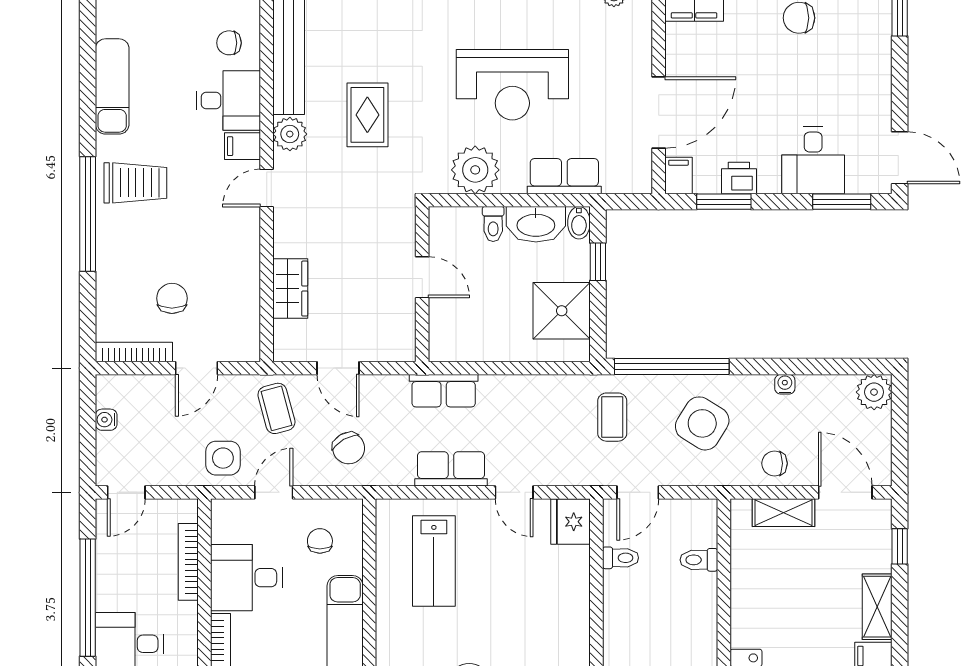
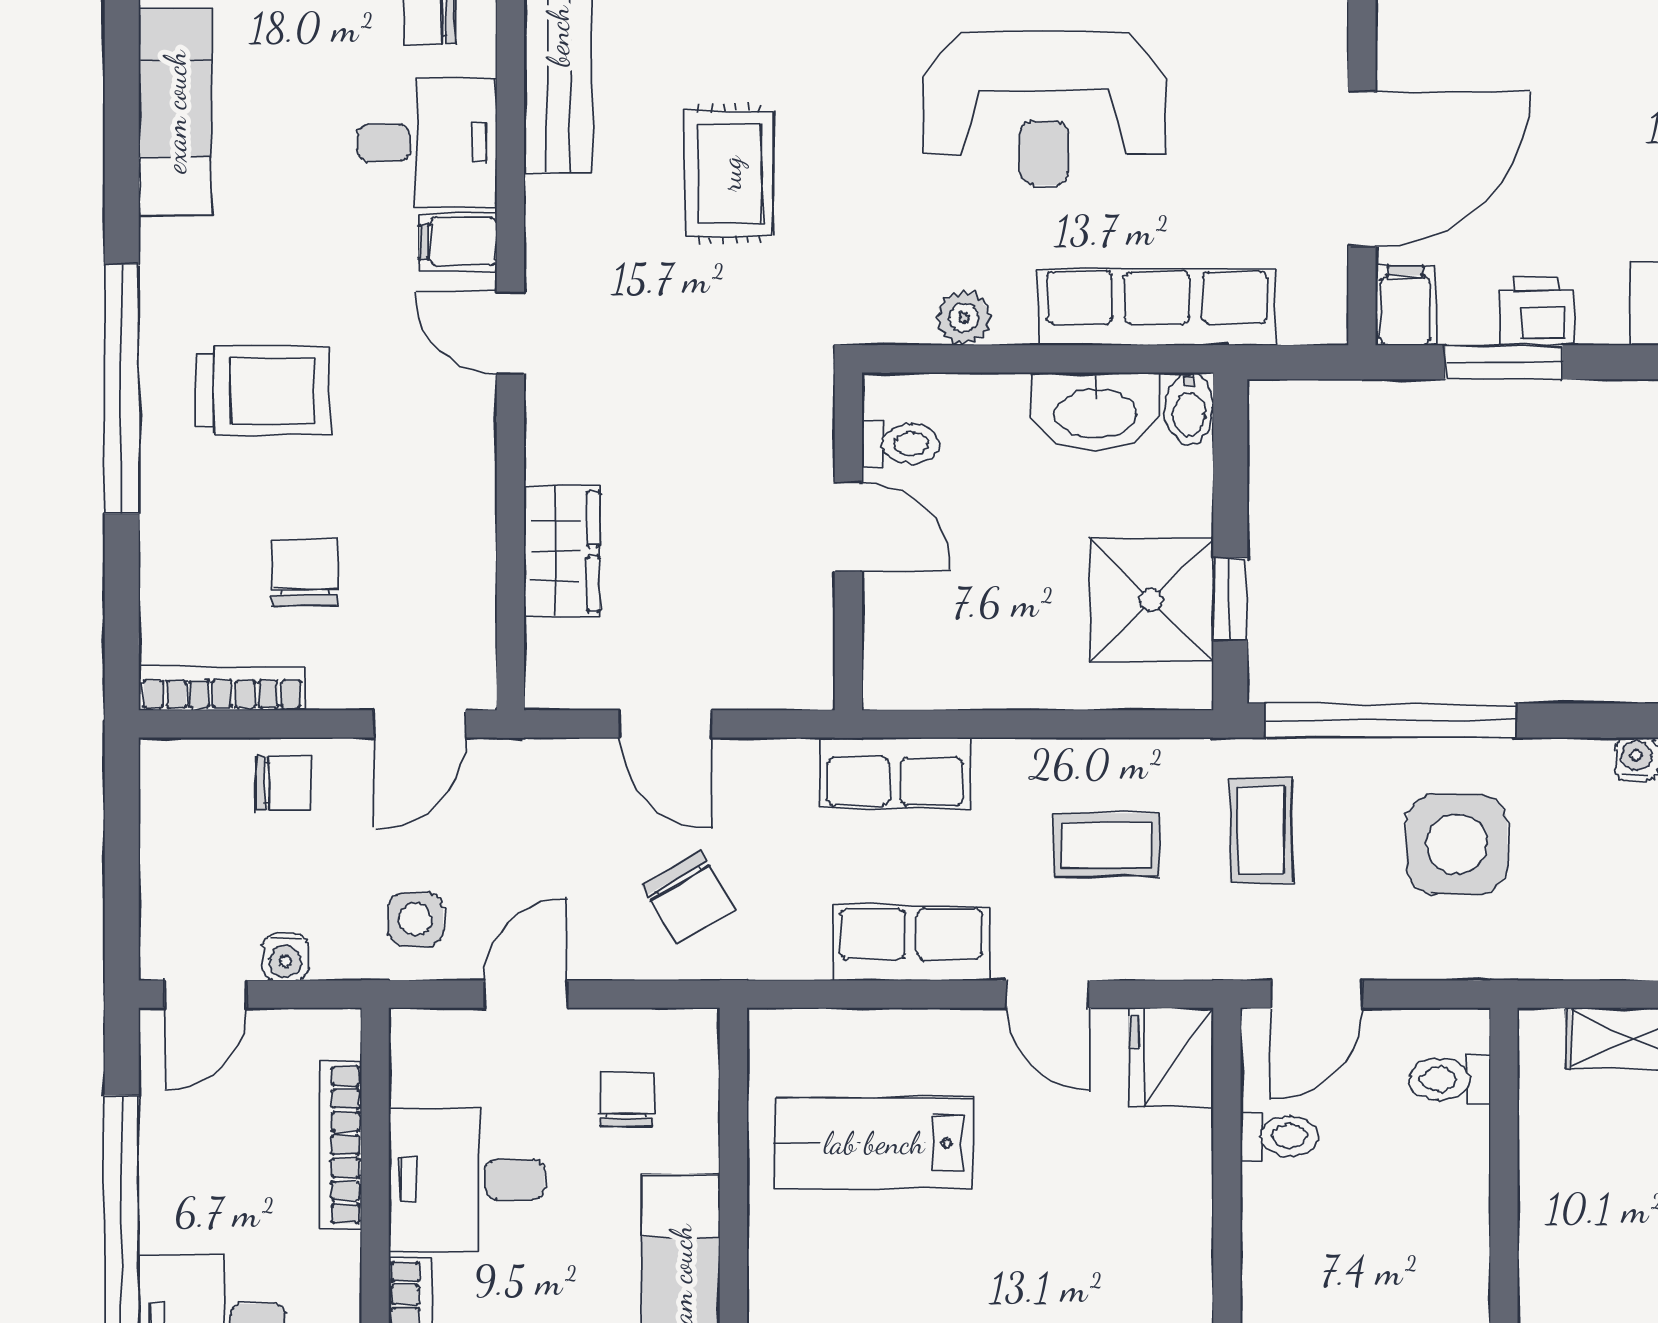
plant: (290, 134) -> (561, 215), removed
plant: (475, 170) -> (964, 318), width x0.53, depth x0.53
row of seats: (564, 176) -> (1157, 307), width x1.48
trolley: (135, 183) -> (262, 391), moved
door: (267, 188) -> (510, 333), hinge flipped
toilet: (493, 224) -> (900, 444), moved, turned -90
window: (598, 262) -> (1230, 599), moved
door: (197, 368) -> (420, 724), moved
coffee table: (276, 408) -> (1107, 845), moved, turned -75
water cooler: (106, 420) -> (285, 957), moved, turned -90
side table: (702, 423) -> (1457, 844), turned -32
side table: (223, 458) -> (416, 920), width x0.73, depth x0.73
chair: (775, 463) -> (284, 783), moved, turned 180
toilet: (699, 560) -> (1449, 1079), moved
lab bench: (434, 561) -> (874, 1143), turned 90

